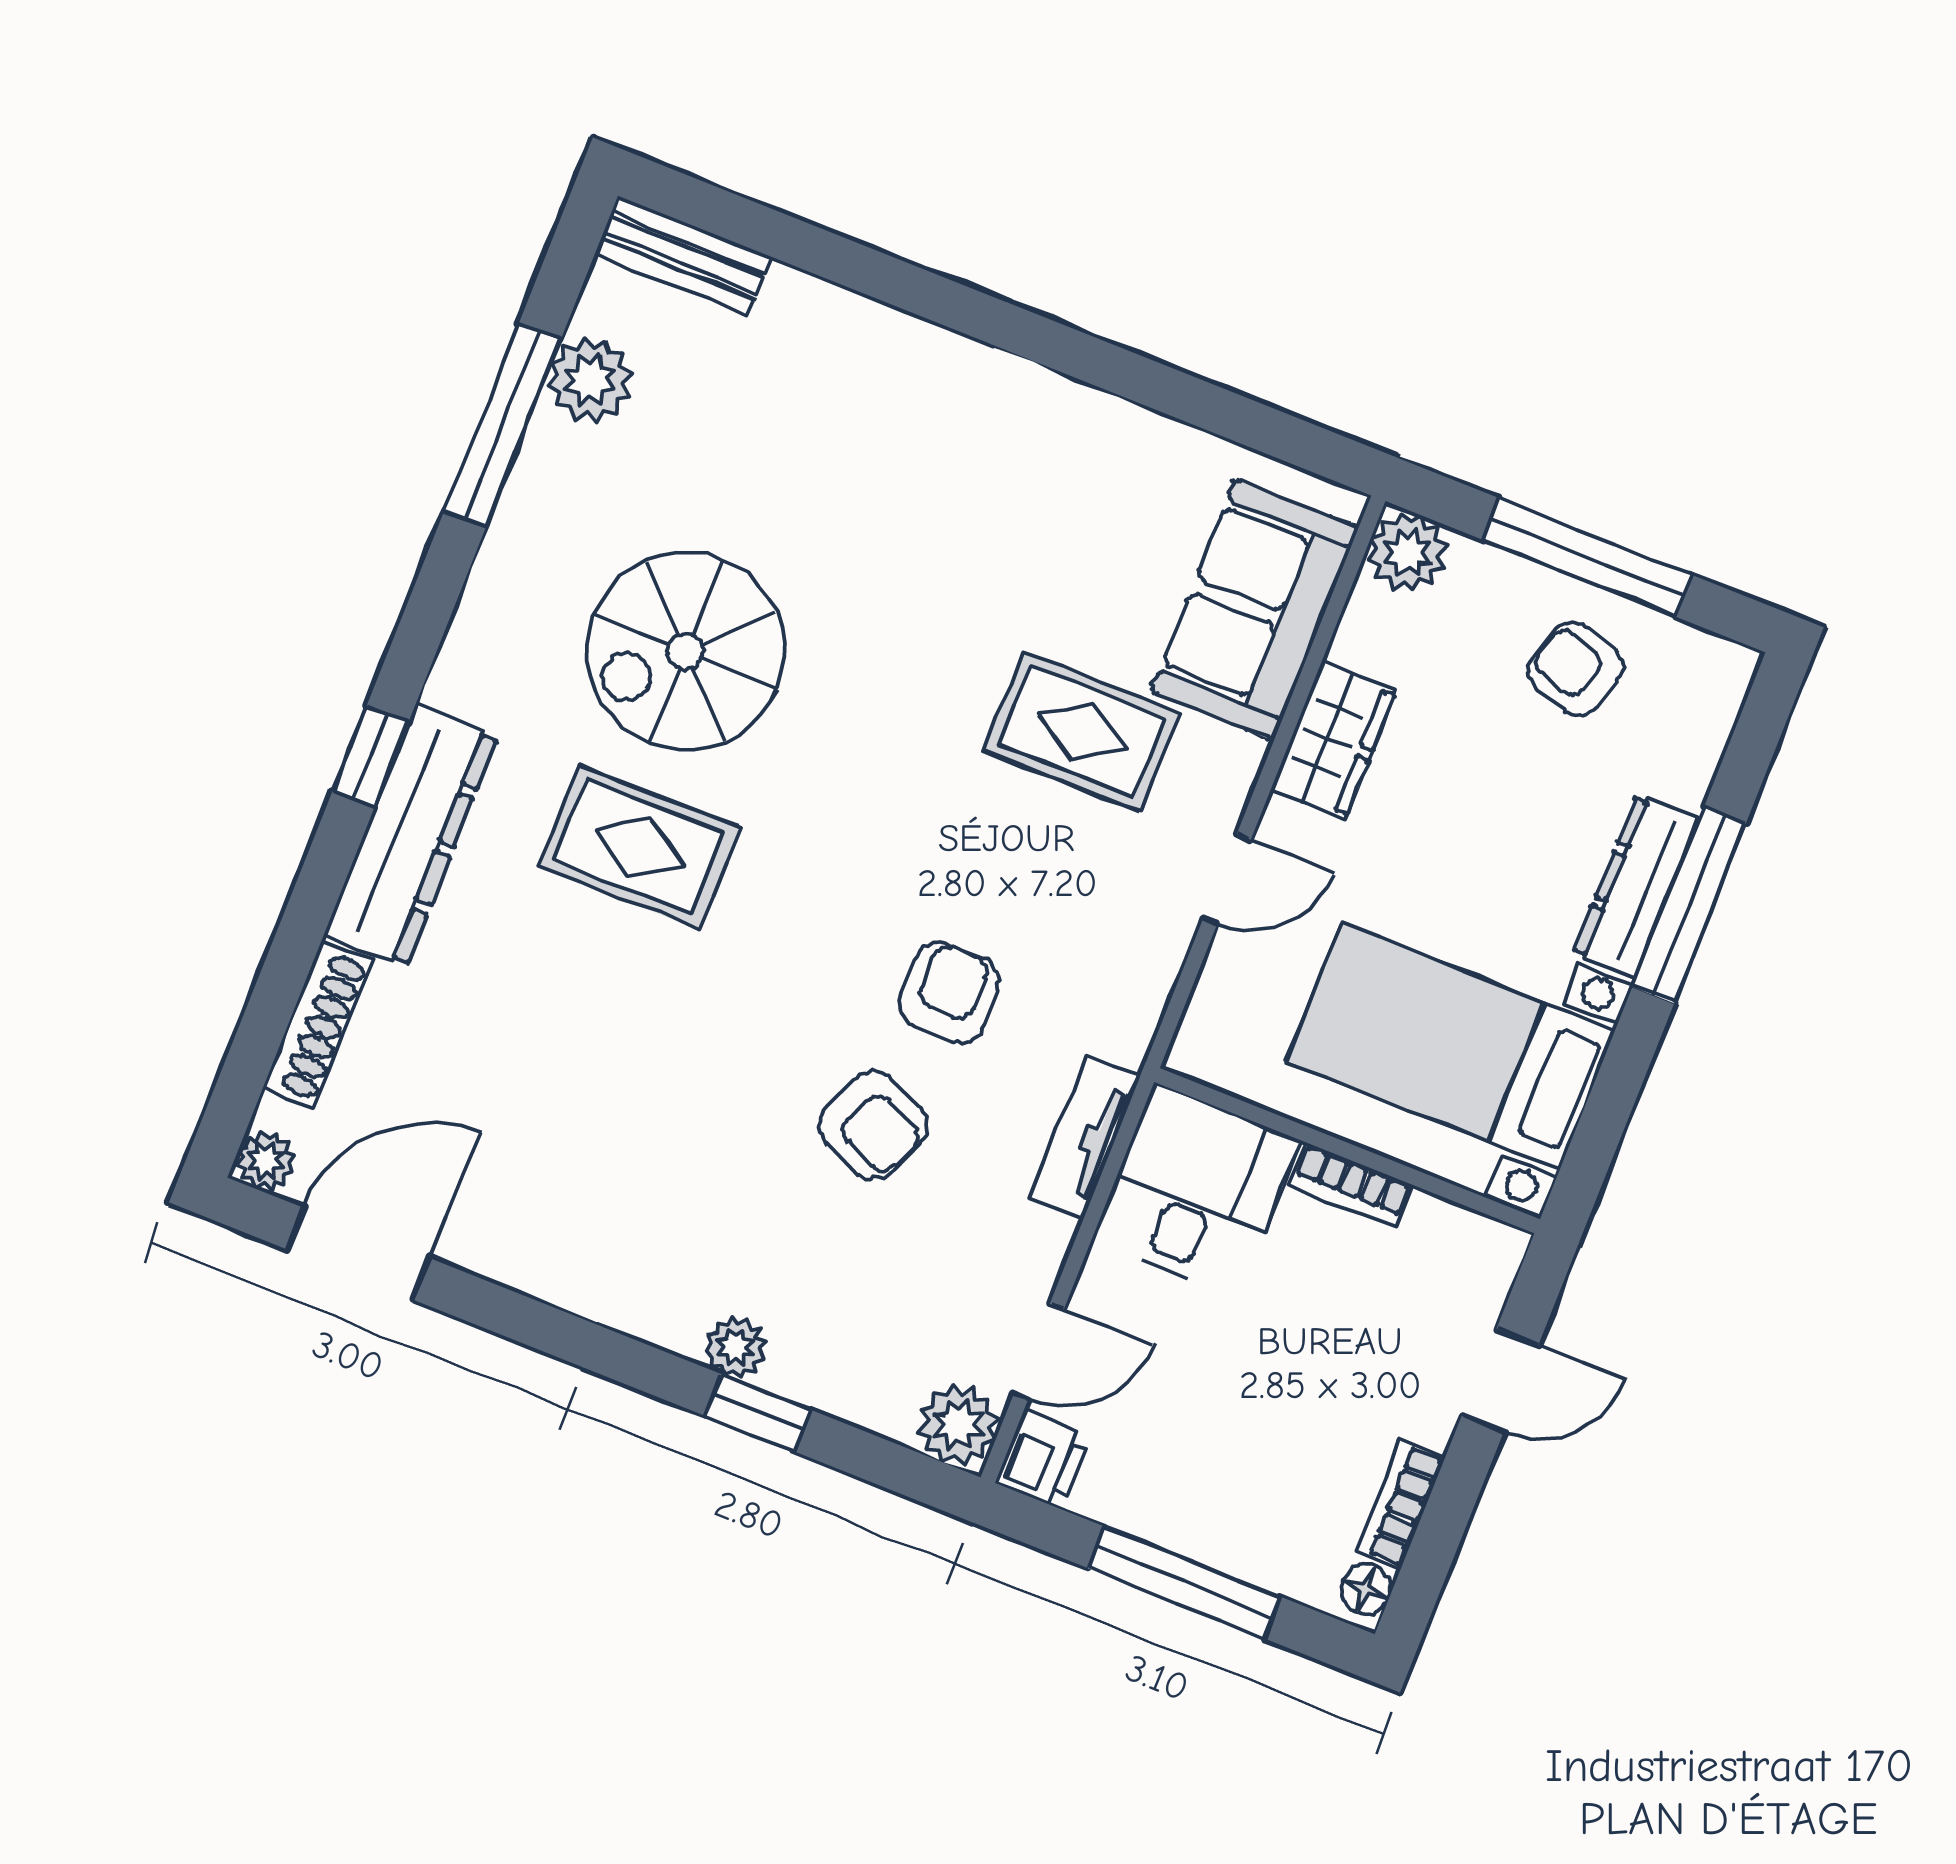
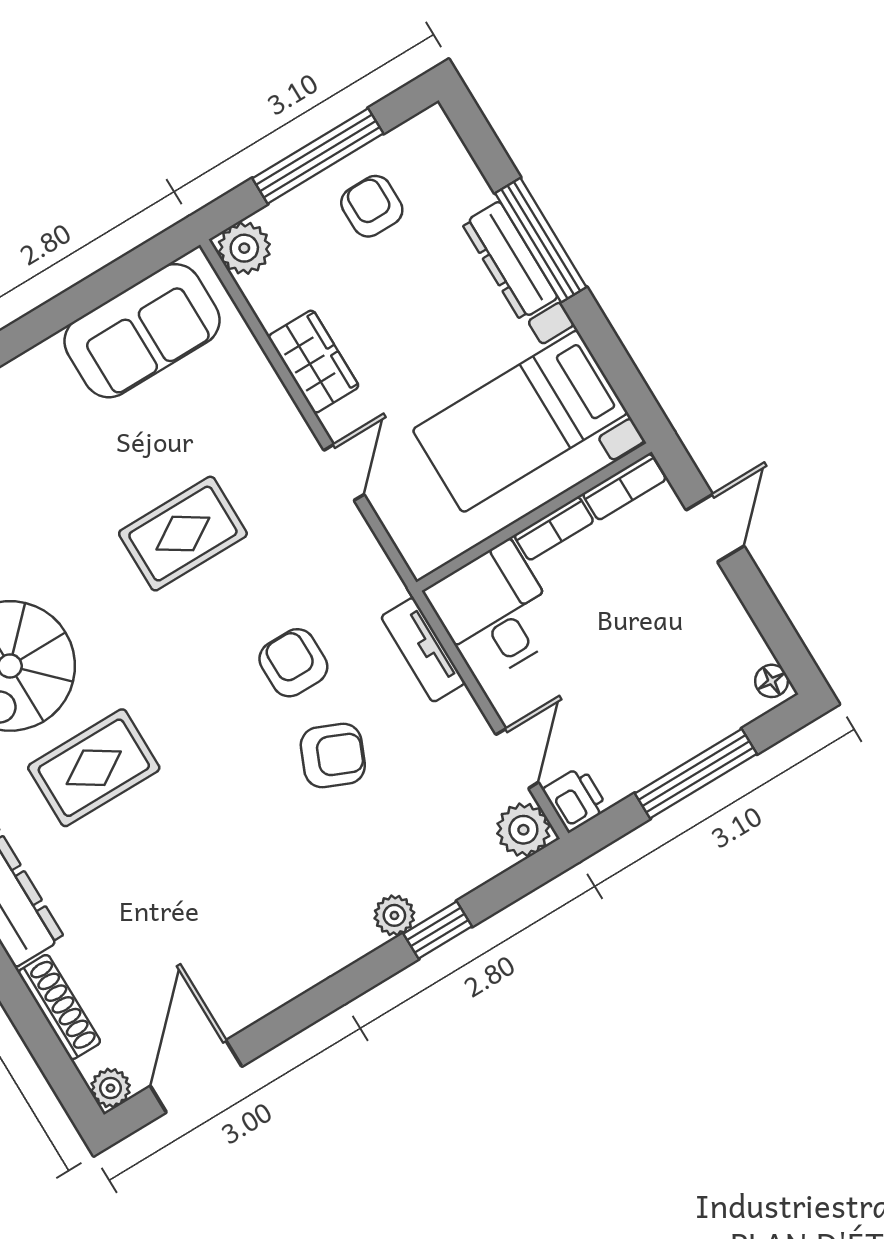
sofa: (1255, 609) -> (142, 331), moved, turned -90
armchair: (1575, 669) -> (372, 206), turned 72
rug: (1082, 731) -> (183, 534), moved
bookcase: (1400, 1505) -> (624, 487), moved, turned -90

